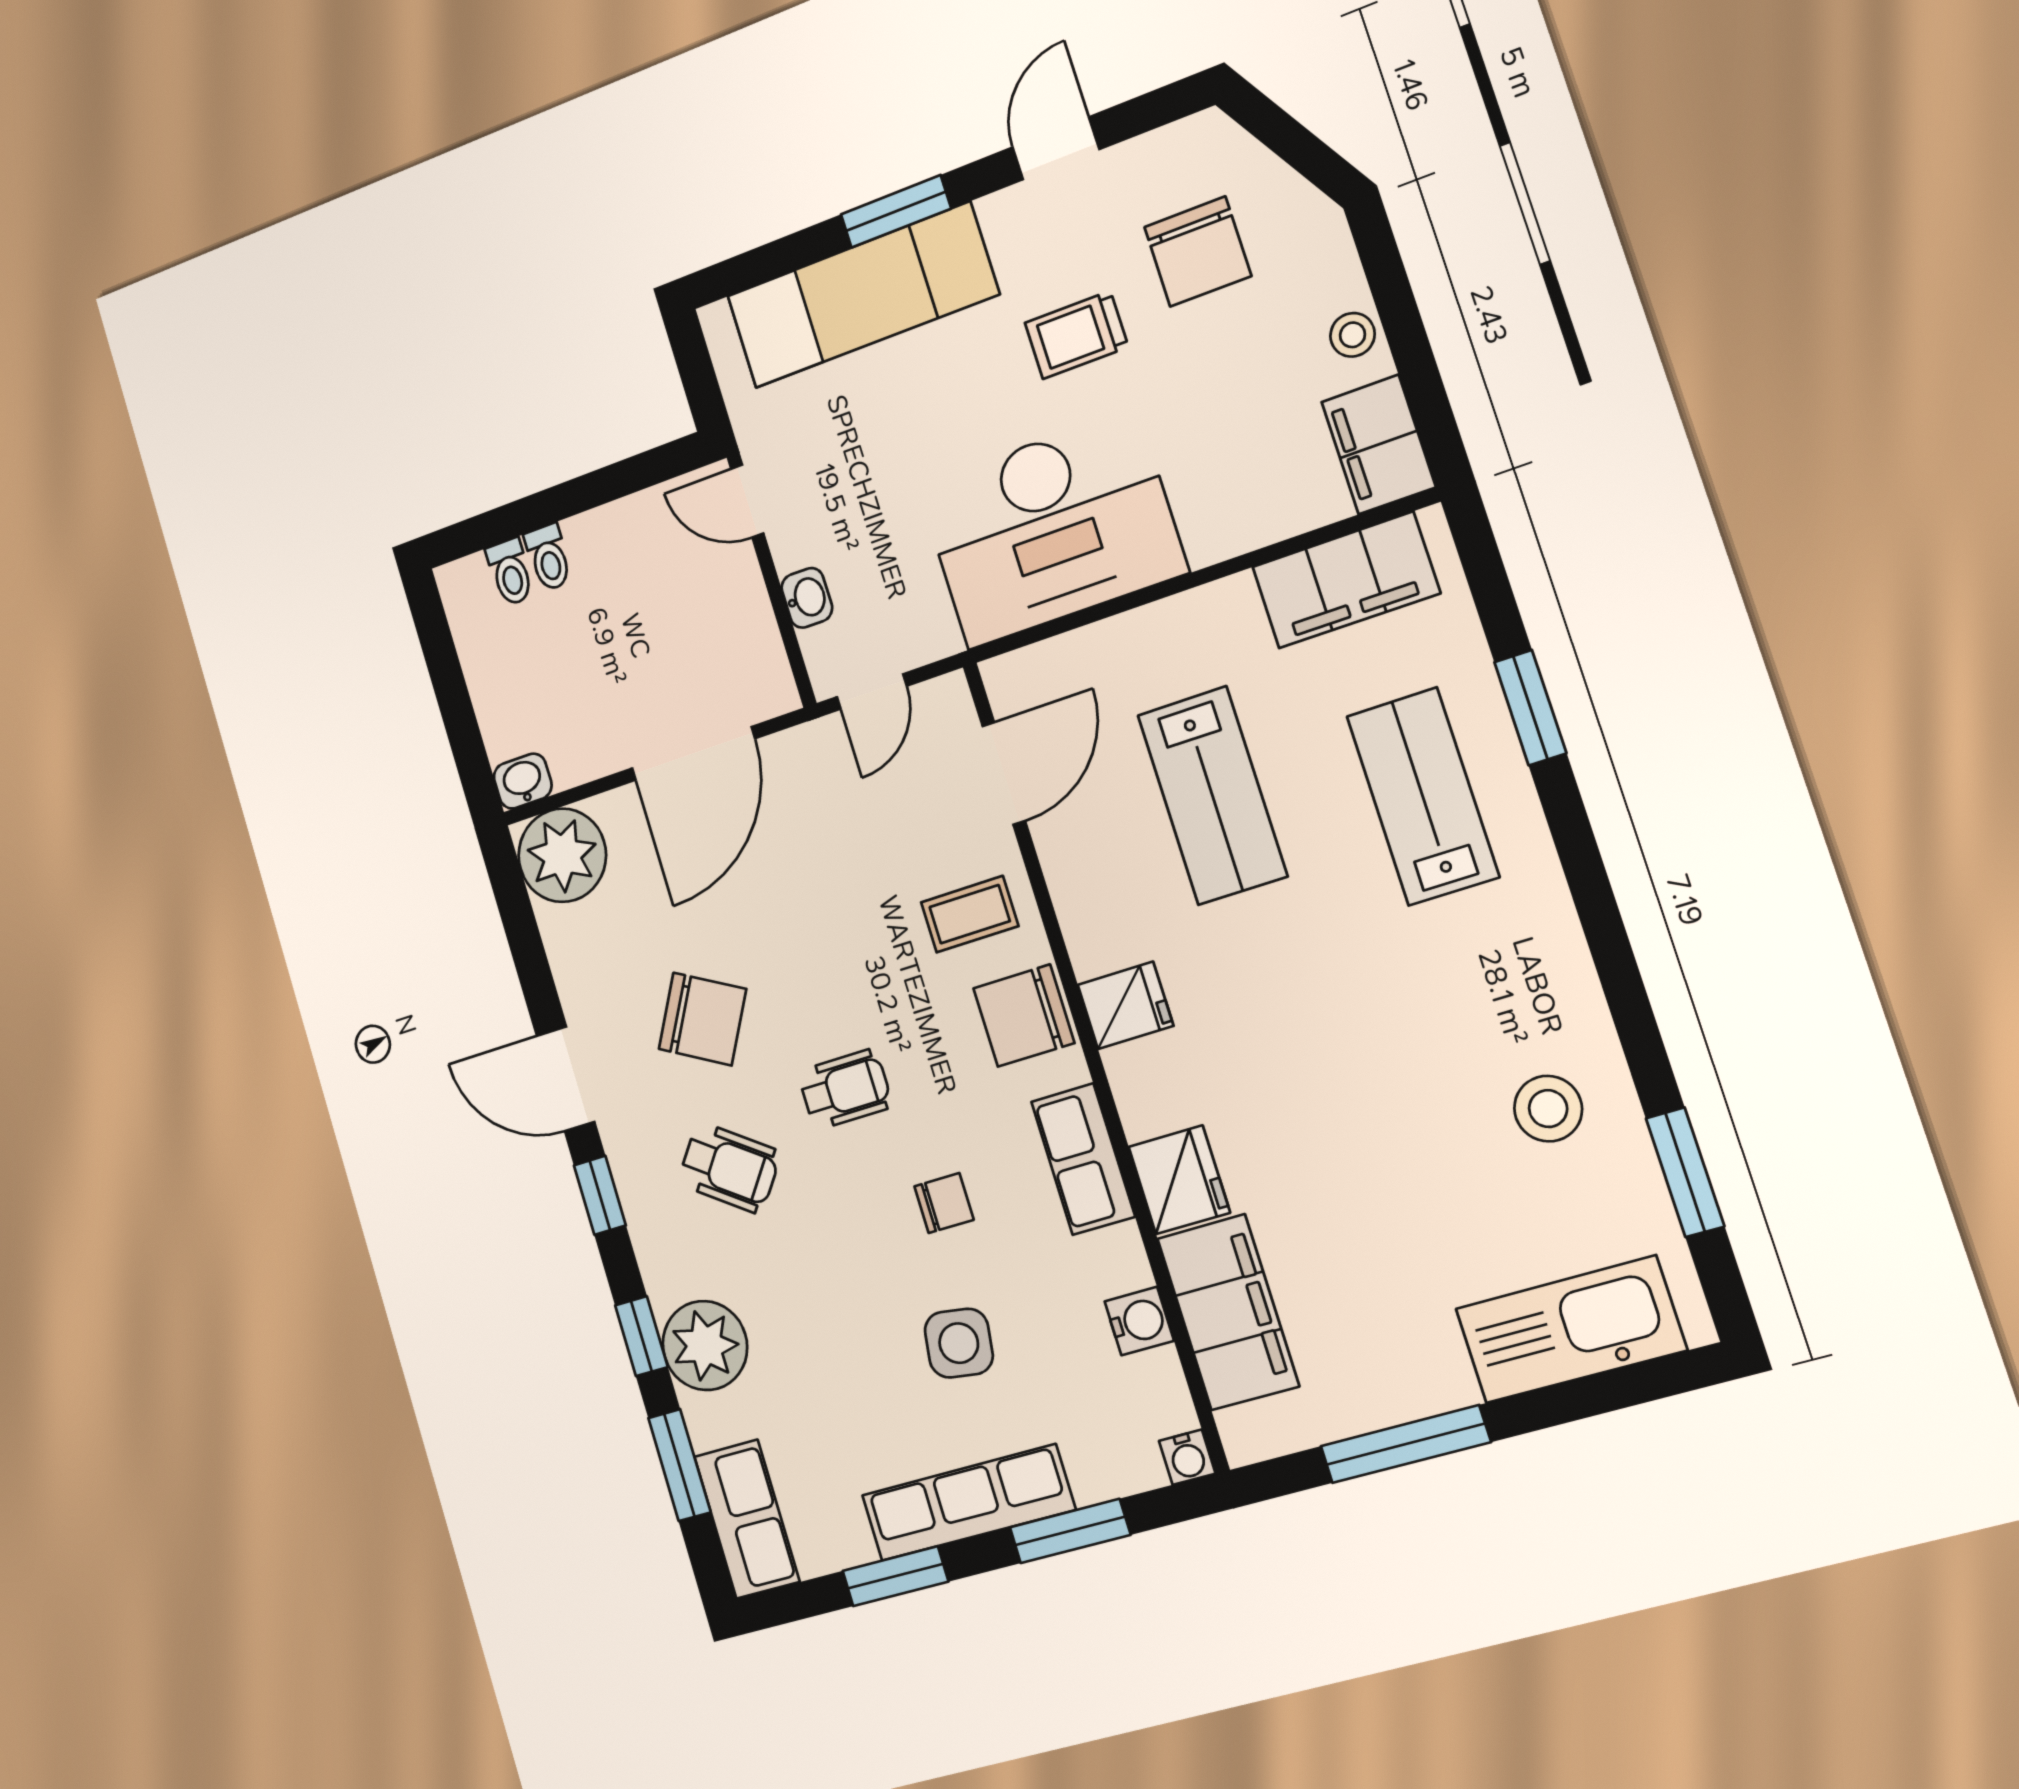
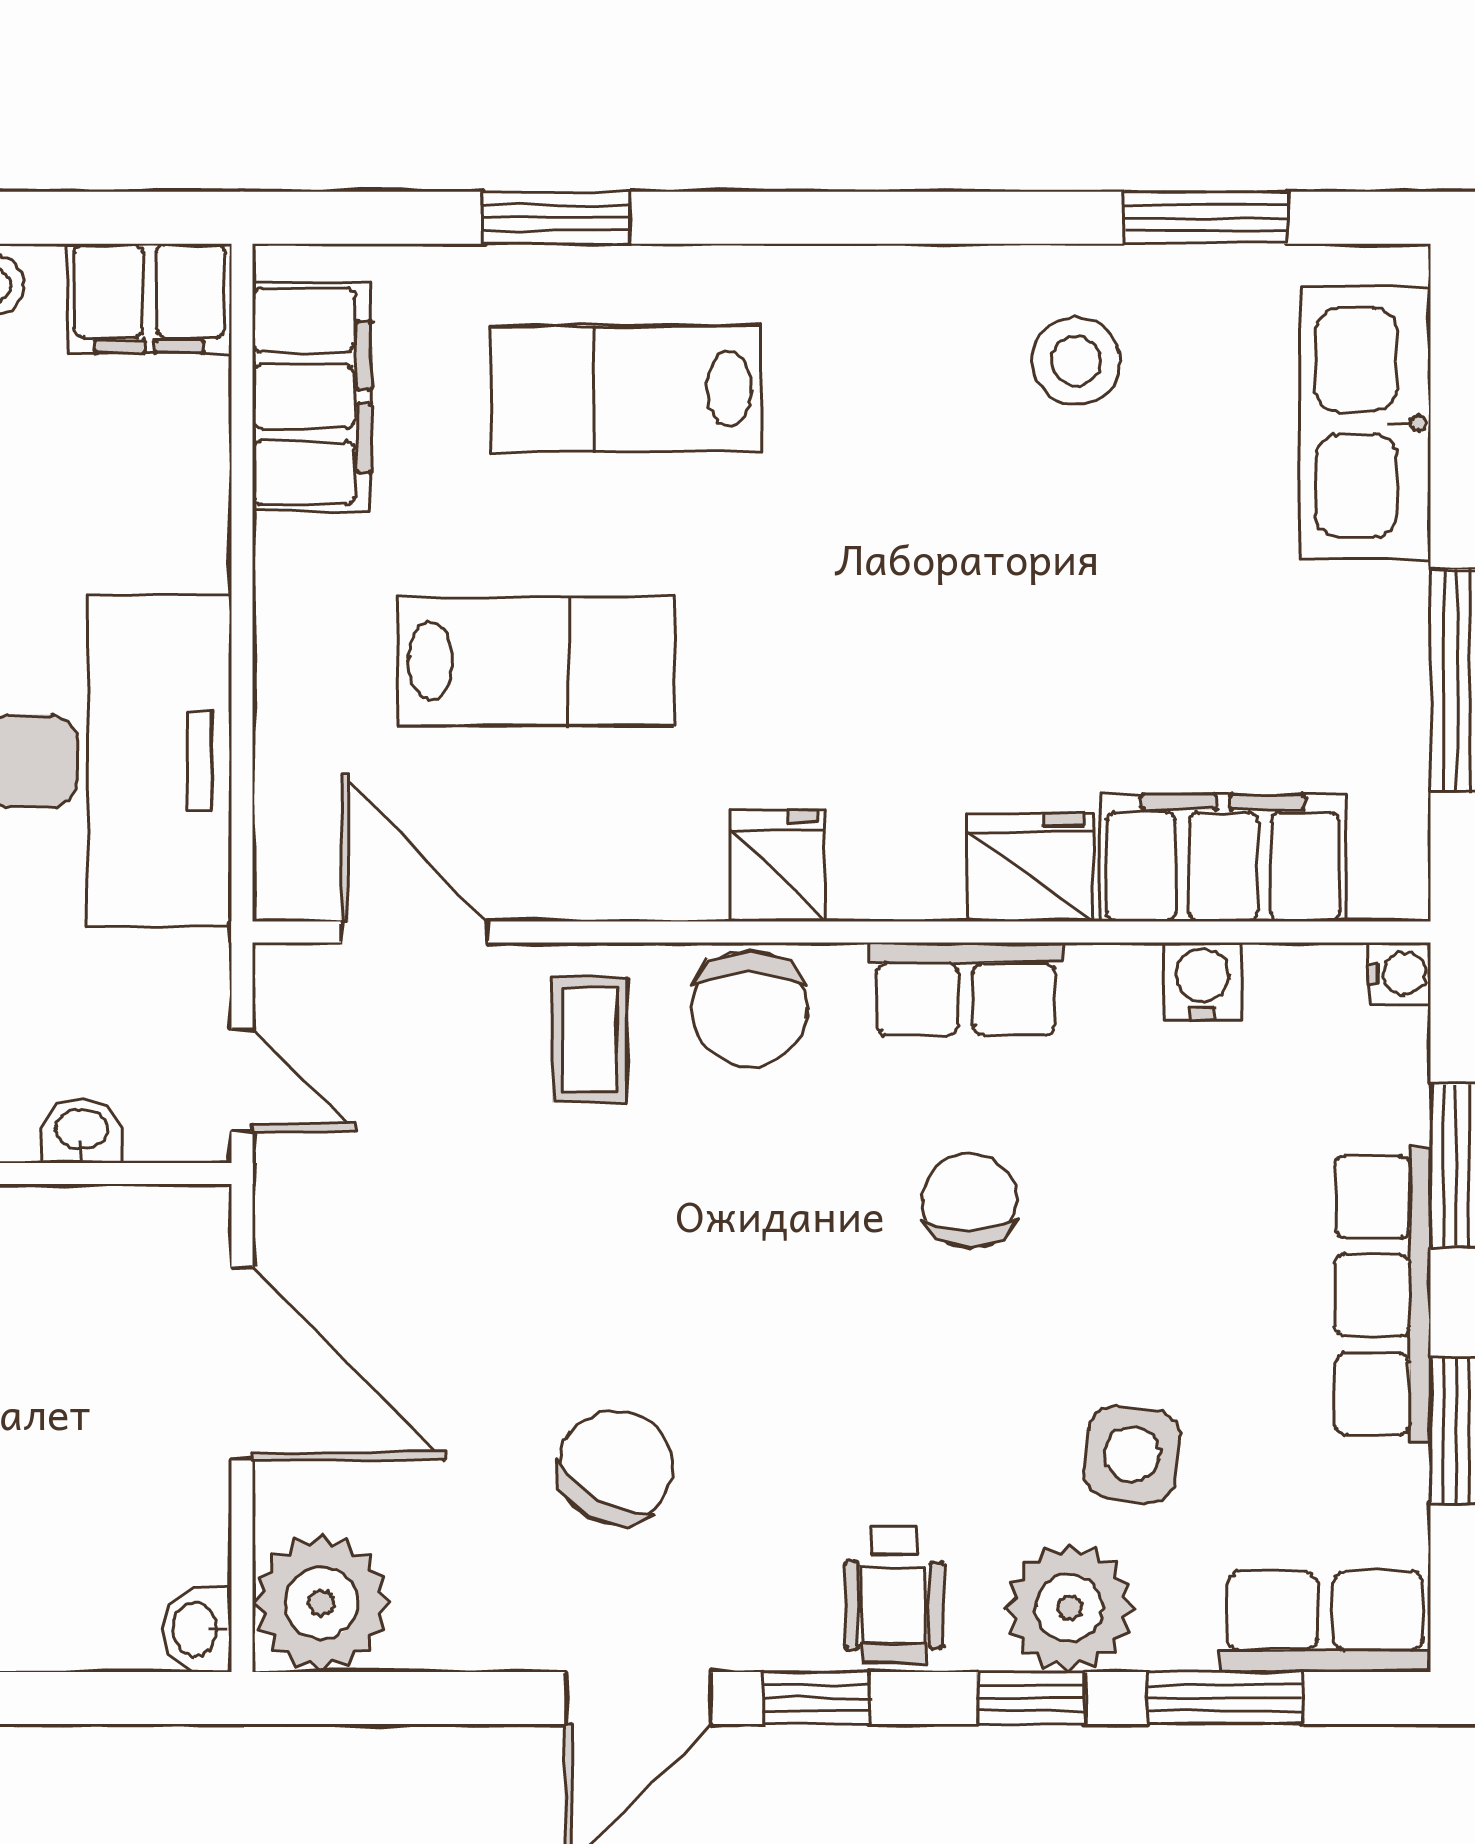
wheelchair: (845, 1089) -> (774, 1291), removed
wheelchair: (729, 1168) -> (894, 1594), moved, turned 144
chair: (944, 1203) -> (970, 1200), width x1.37, depth x1.37
side table: (959, 1343) -> (1132, 1454), moved

